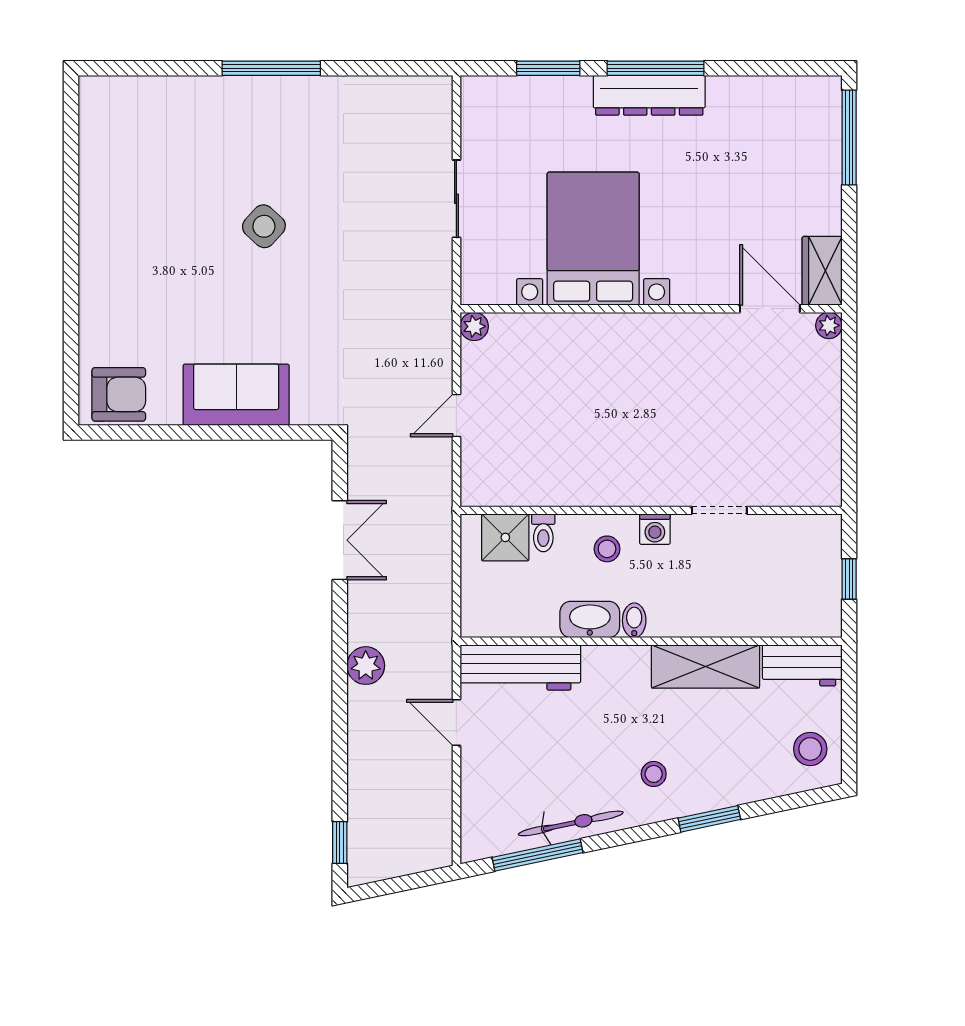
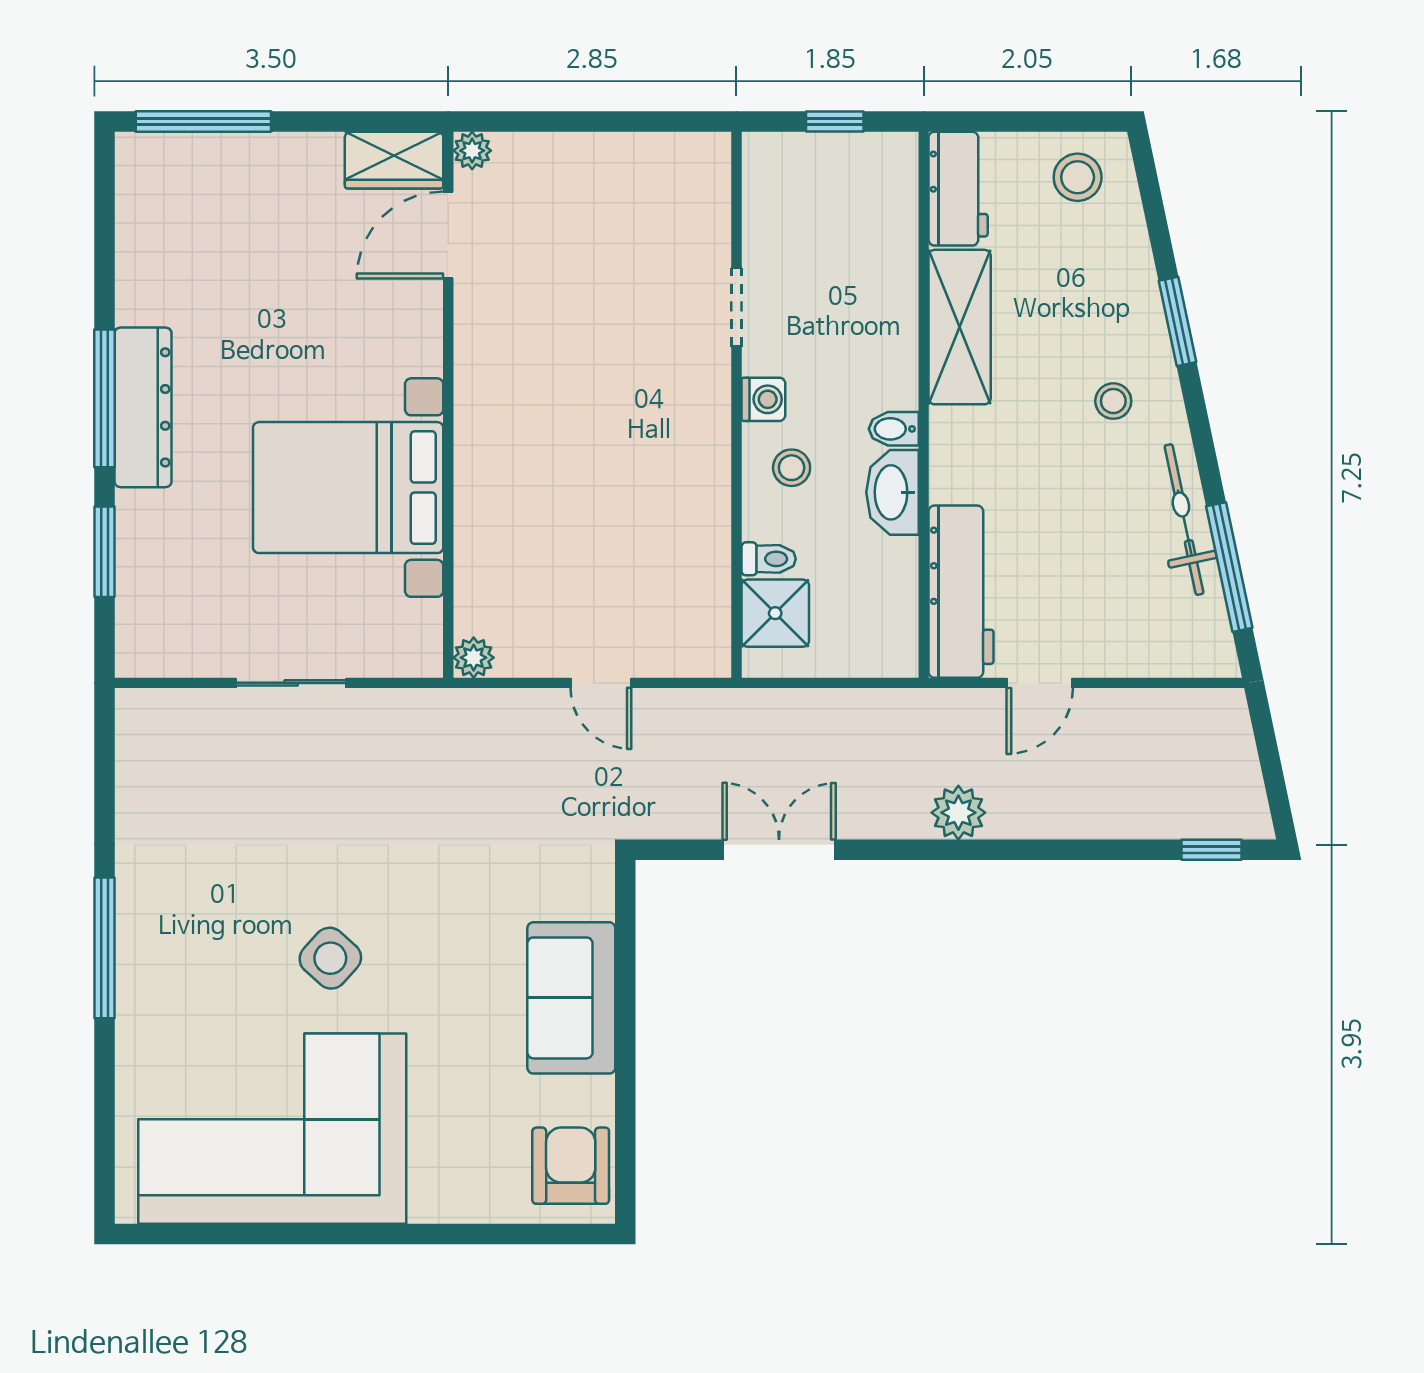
corner sofa: (145, 186) -> (272, 1129), added

